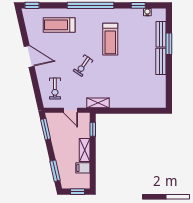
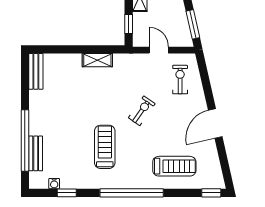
window: (169, 44) -> (25, 140), width x2.11
door: (29, 56) -> (215, 123), hinge flipped
bench: (161, 61) -> (36, 71), moved
shelving: (98, 103) -> (97, 60), moved

